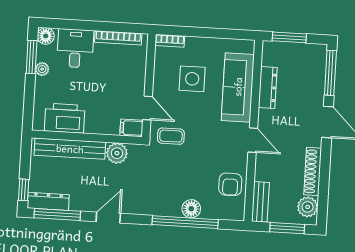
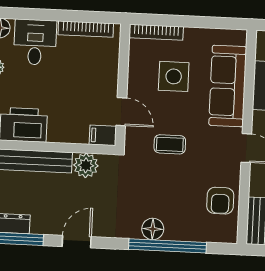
bookcase: (170, 41) -> (156, 32), width x1.56
coffee table: (171, 136) -> (170, 144), moved
floor lamp: (191, 209) -> (153, 229), moved

